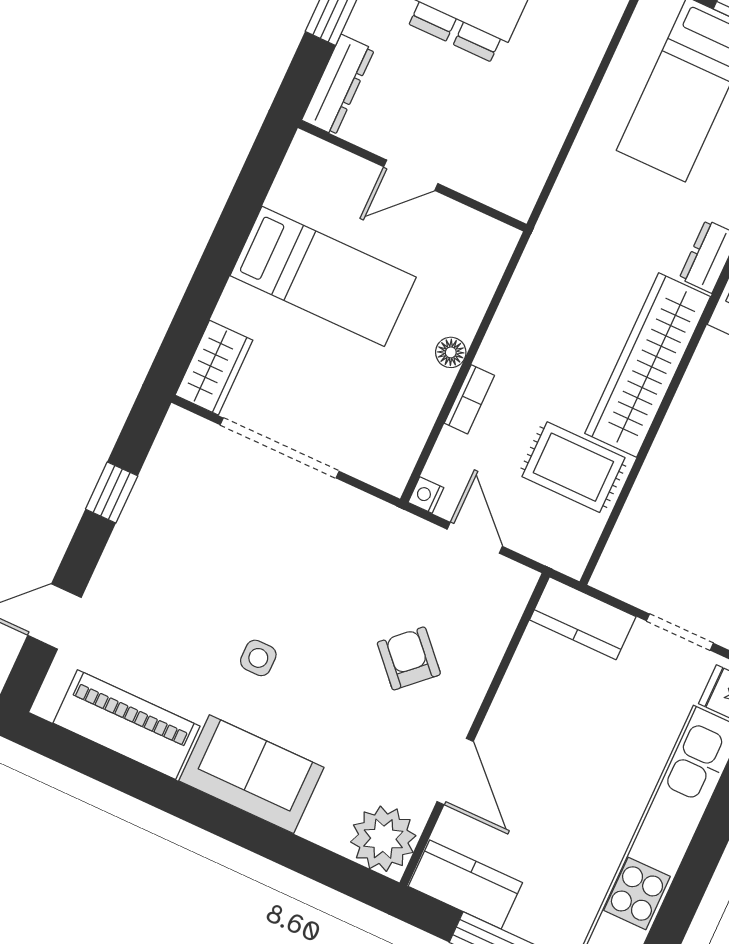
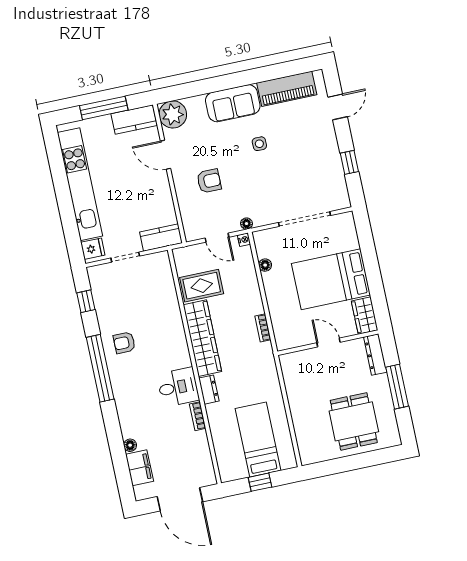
door: (411, 175) -> (329, 343), hinge flipped
bed: (323, 276) -> (331, 279), width x1.50
floor lamp: (451, 352) -> (265, 265), moved
wardrobe: (214, 368) -> (365, 315), moved
bookcase: (469, 399) -> (263, 328), moved
floor lamp: (398, 522) -> (246, 224), added
armchair: (409, 658) -> (209, 181), turned -47

